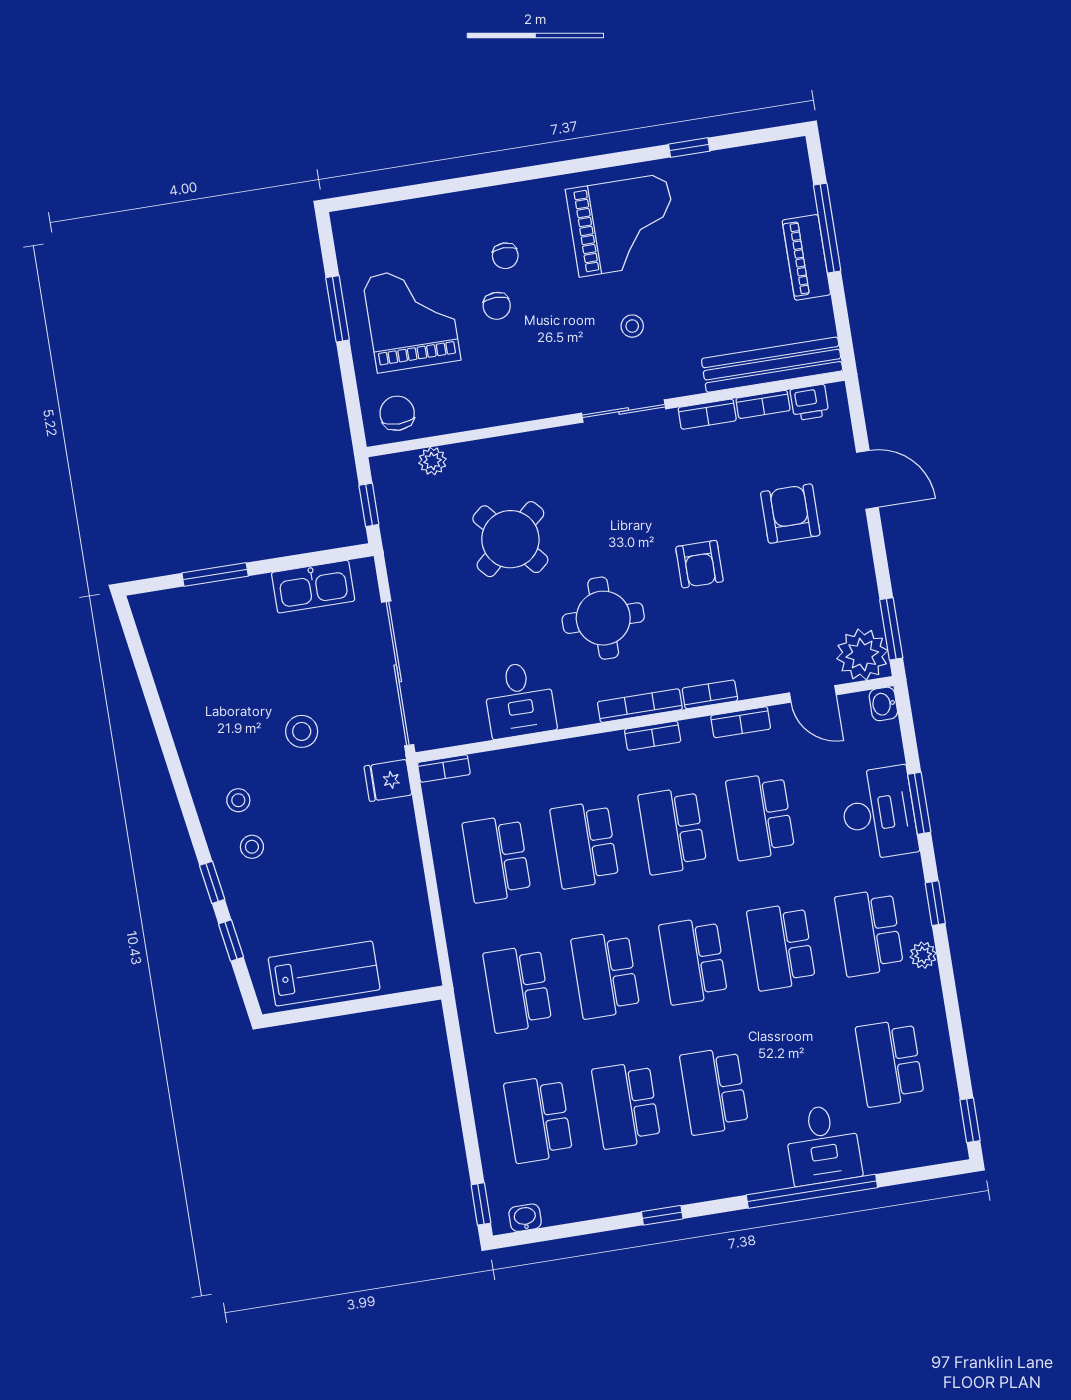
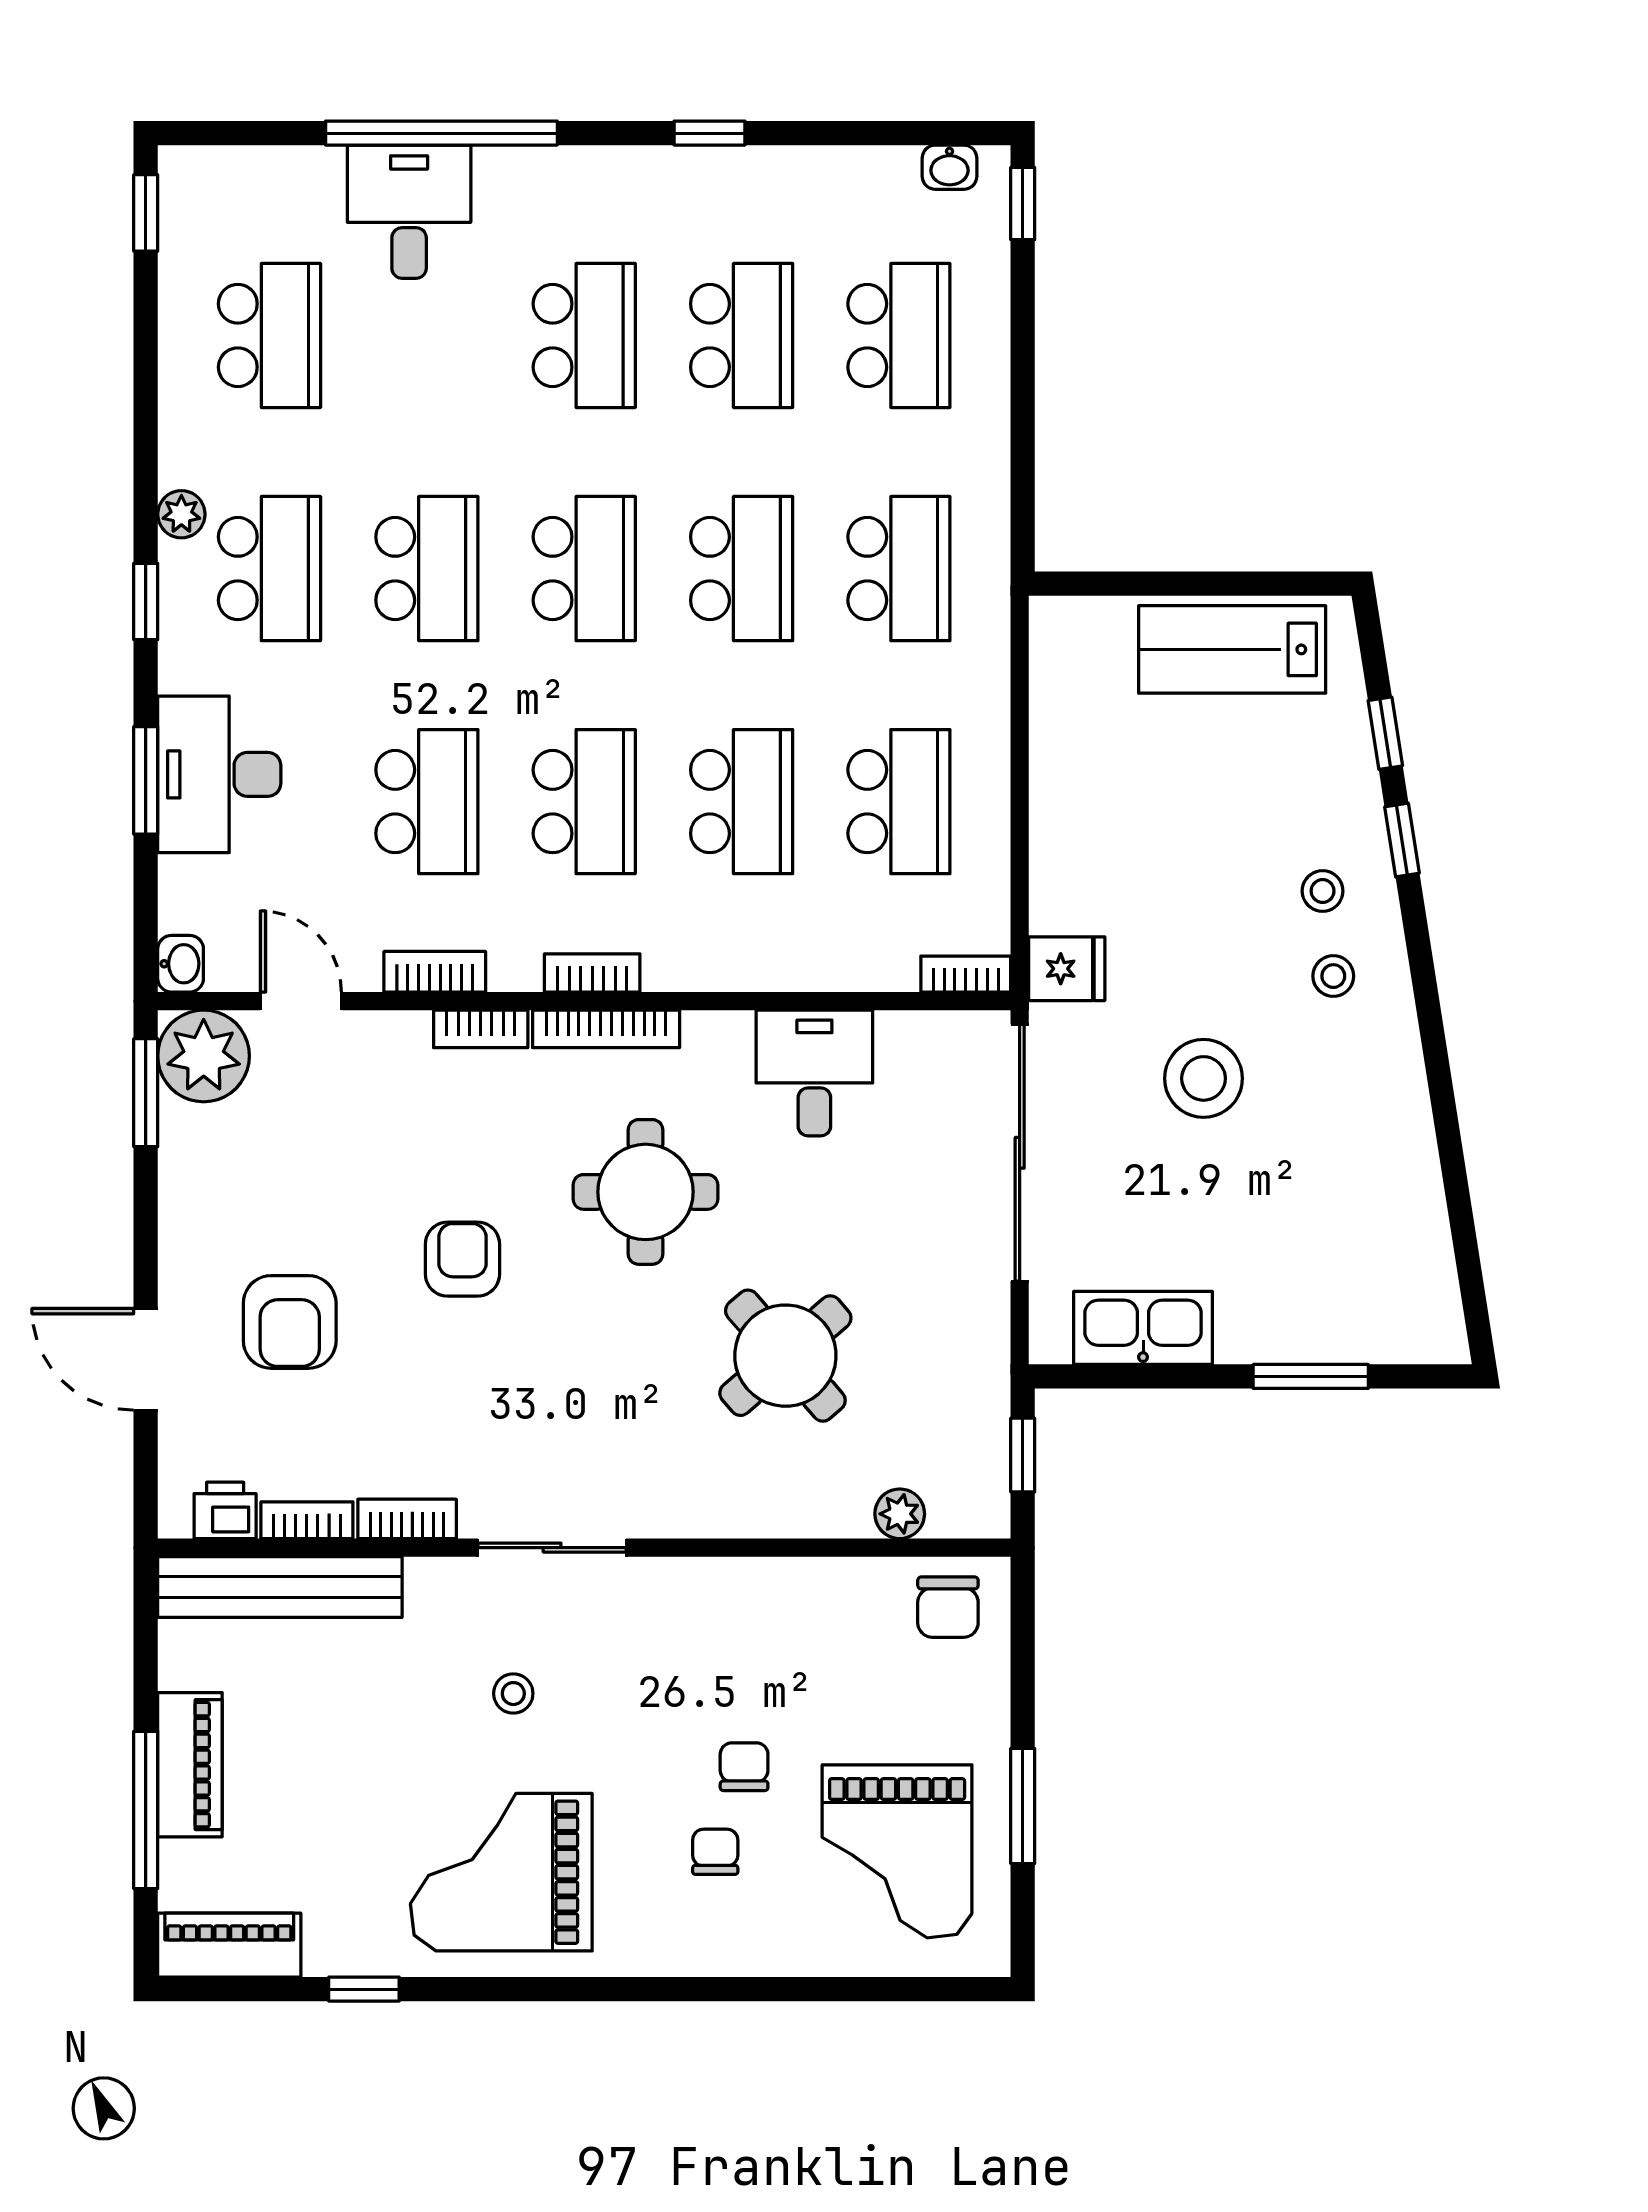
piano: (768, 160) -> (229, 1945), added
grand piano: (411, 318) -> (897, 1851), moved
stool: (302, 731) -> (1204, 1078), width x1.38, depth x1.38

